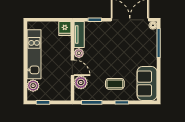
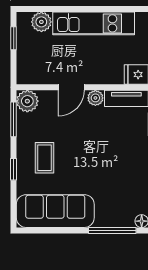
plant: (81, 82) -> (27, 101), moved
sofa: (147, 84) -> (55, 211), width x1.36

